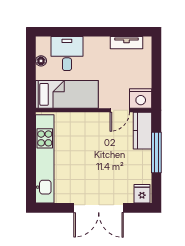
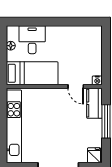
tv unit: (126, 43) -> (81, 31), removed
nightstand: (141, 99) -> (97, 80), width x0.53, depth x0.56
door: (120, 110) -> (76, 86), hinge flipped

